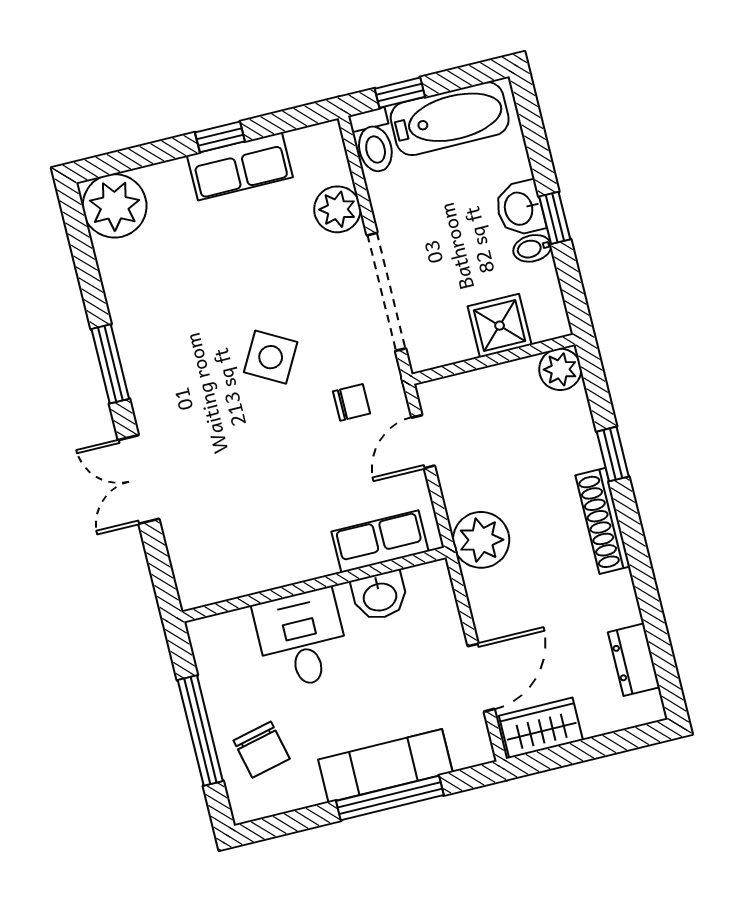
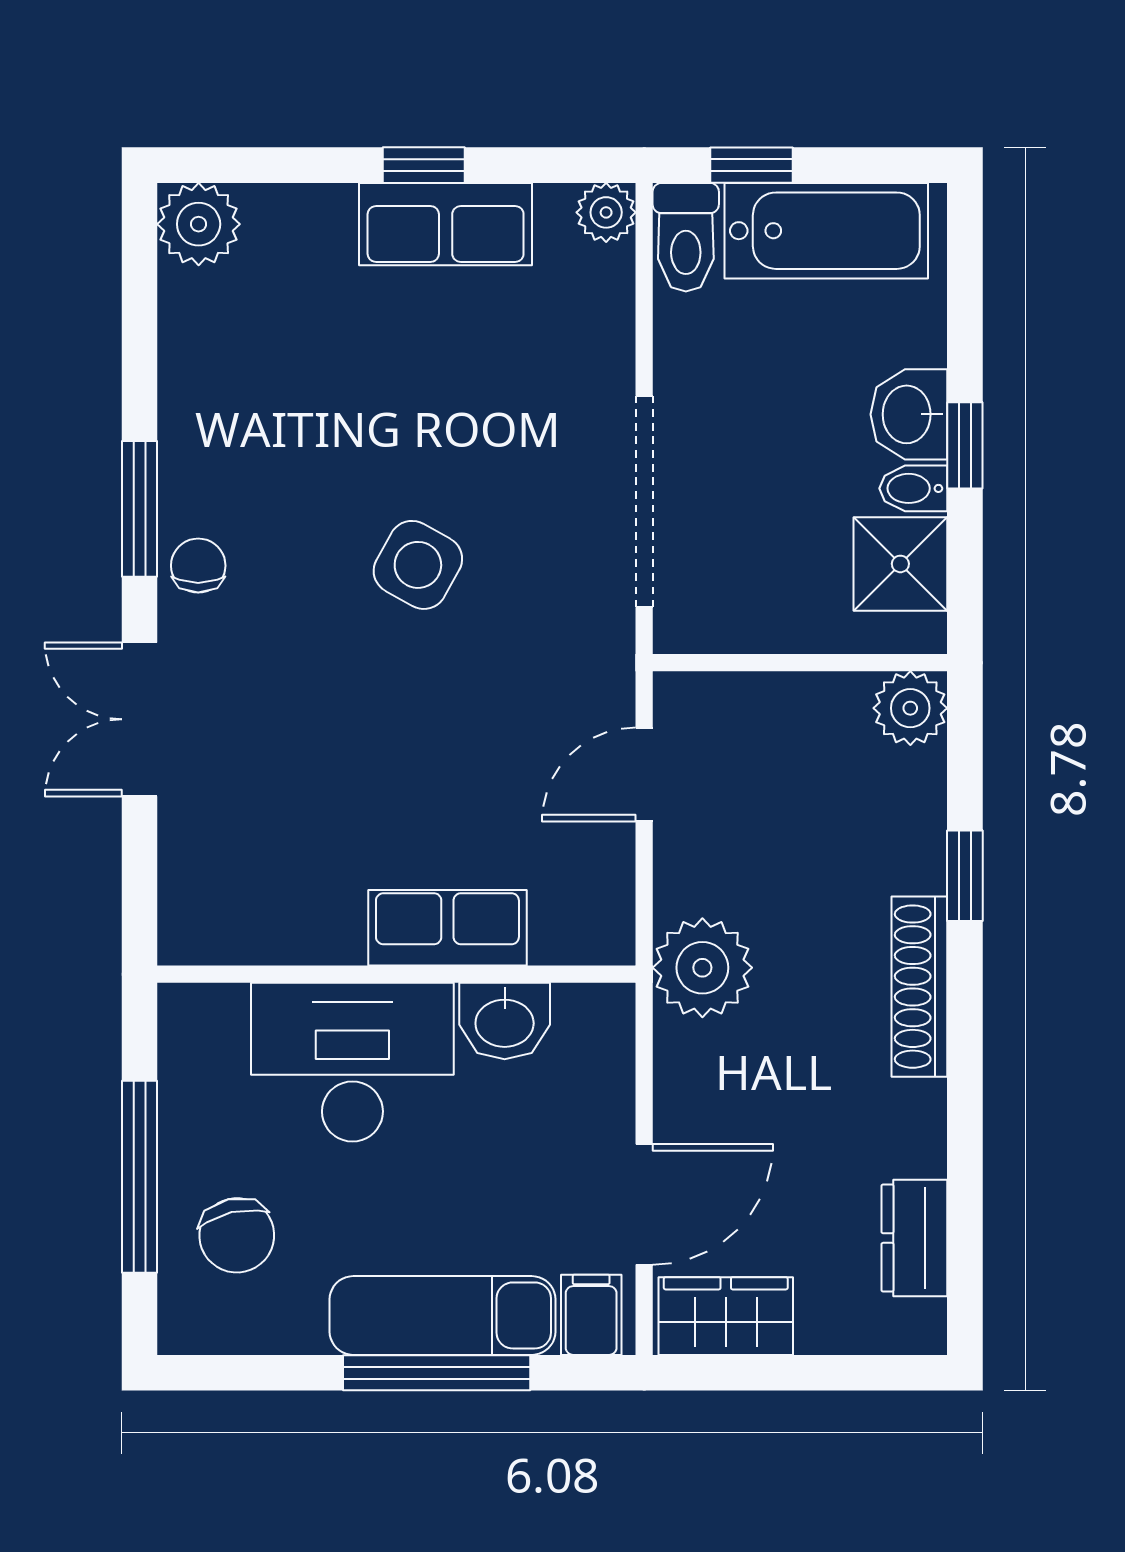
plant: (115, 206) -> (199, 224), width x0.73, depth x0.73
plant: (337, 209) -> (606, 212), moved, width x0.73, depth x0.73
shower: (500, 326) -> (900, 564), moved
chair: (351, 402) -> (198, 566), moved, turned -90
row of seats: (380, 541) -> (447, 928), moved
desk: (302, 639) -> (352, 1062), width x1.37
filing cabinet: (467, 745) -> (591, 1315), added

